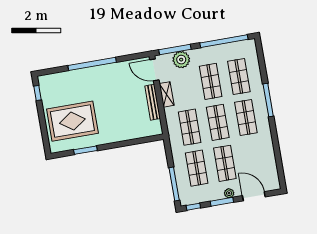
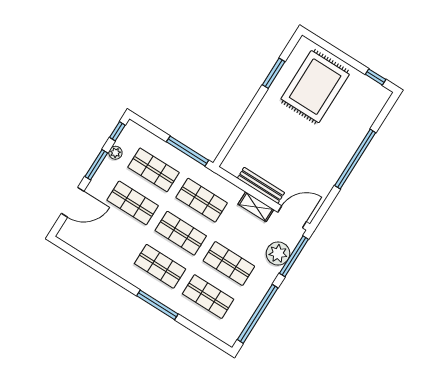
window: (174, 184) -> (188, 151), moved
plant: (229, 193) -> (115, 153), moved

